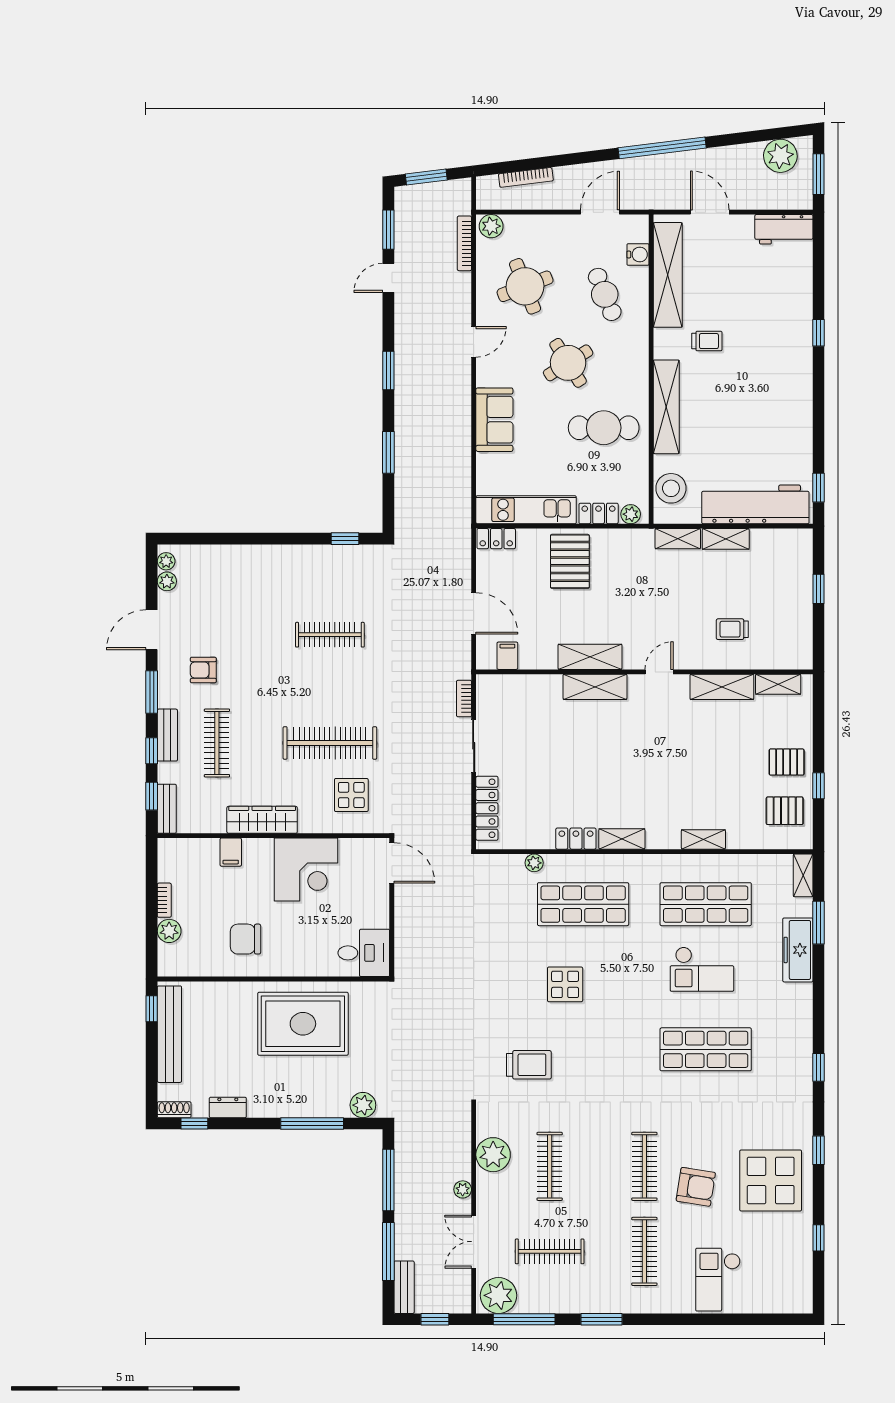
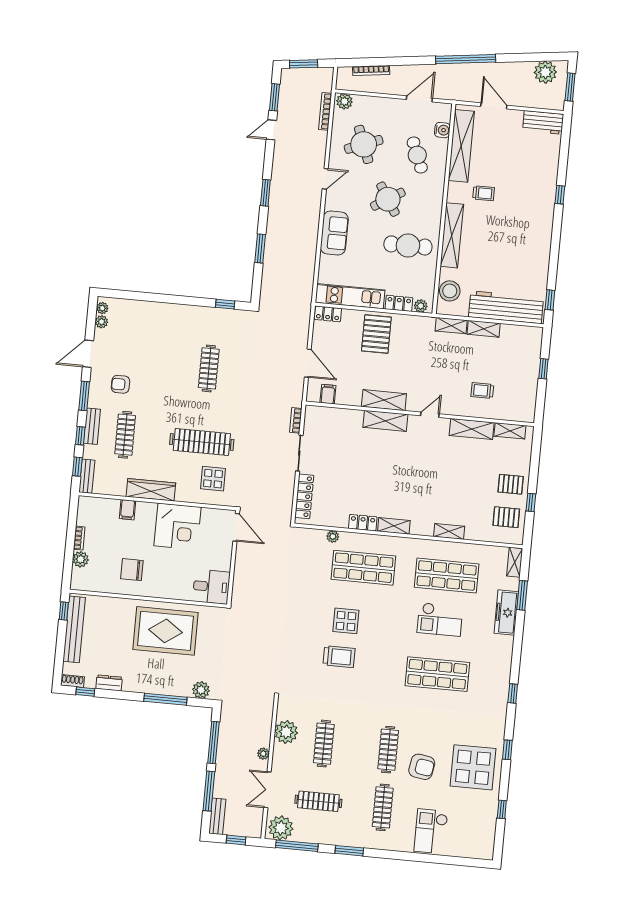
clothes rail: (330, 635) -> (209, 368), turned 90
trolley: (529, 1065) -> (339, 657), moved

